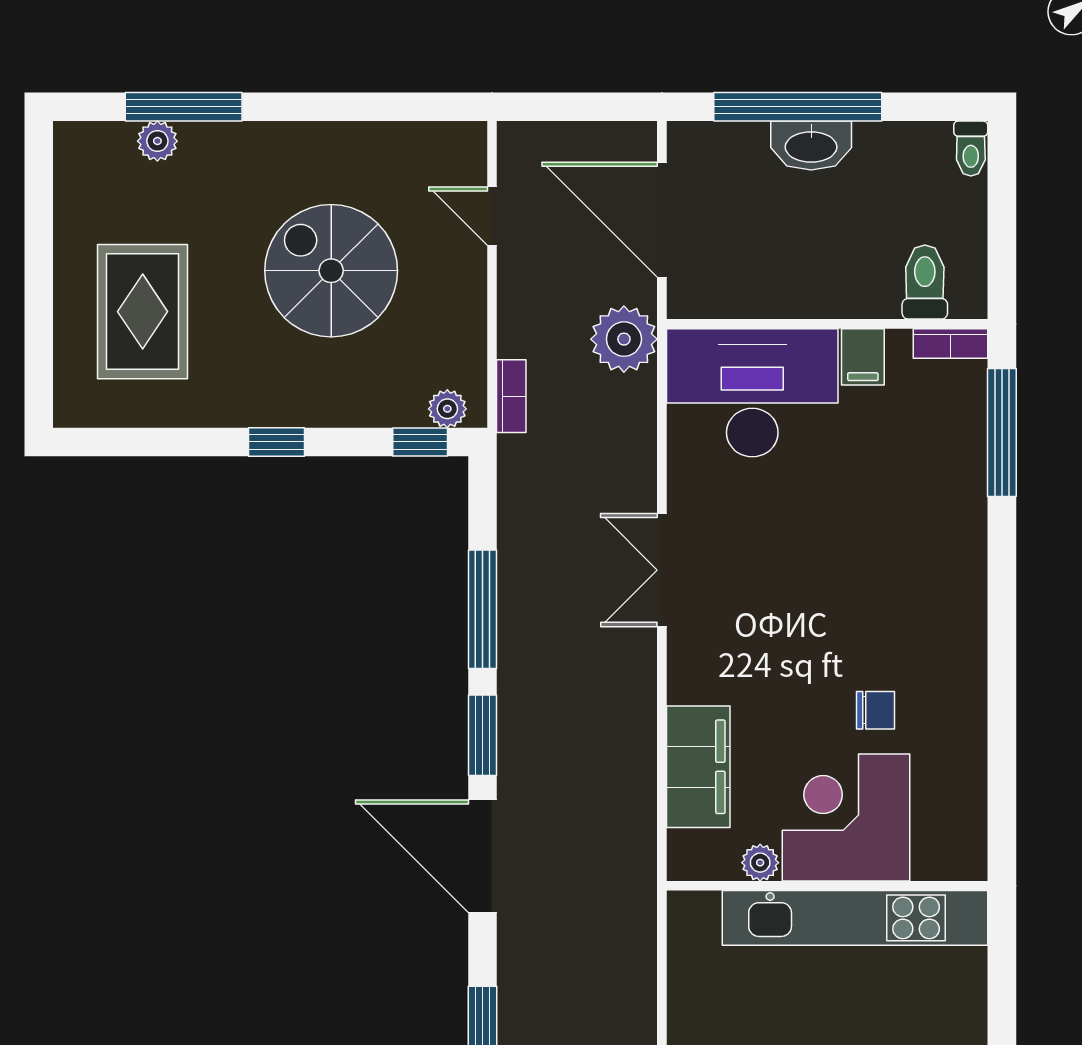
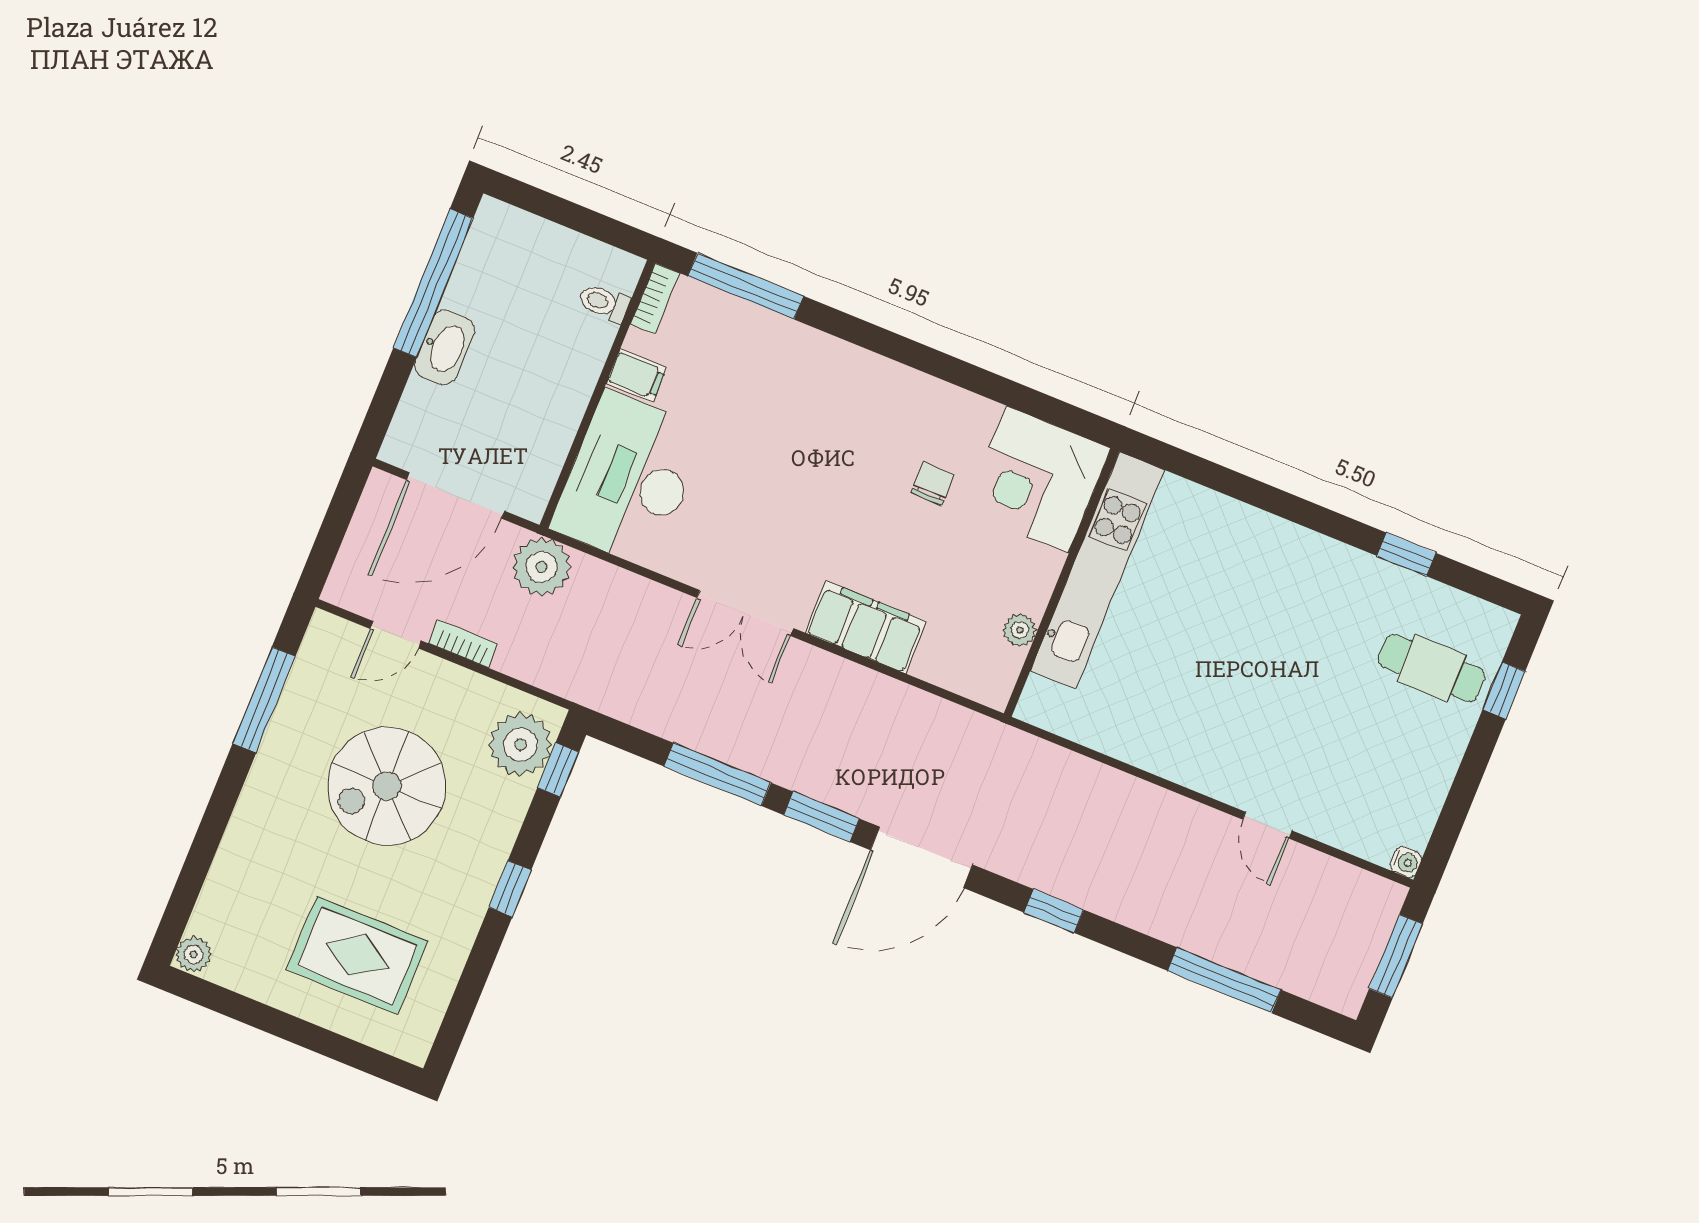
window: (184, 107) -> (264, 700), moved
window: (798, 107) -> (433, 283), moved
plant: (157, 141) -> (194, 954), moved
toilet: (971, 149) -> (500, 216), removed
toilet: (925, 282) -> (604, 303), width x0.73, depth x0.72
bookcase: (511, 396) -> (463, 644), moved
plant: (447, 409) -> (521, 744), width x1.87, depth x1.87
filing cabinet: (698, 767) -> (866, 627), moved
corner desk: (846, 817) -> (1038, 479), moved

